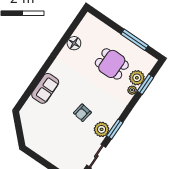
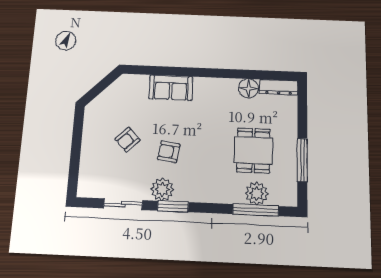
dresser: (84, 25) -> (279, 87), added
window: (146, 84) -> (256, 210), width x1.44
plant: (132, 90) -> (237, 197), removed
armchair: (61, 132) -> (127, 140), added

